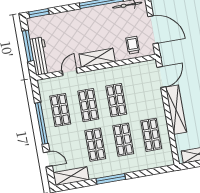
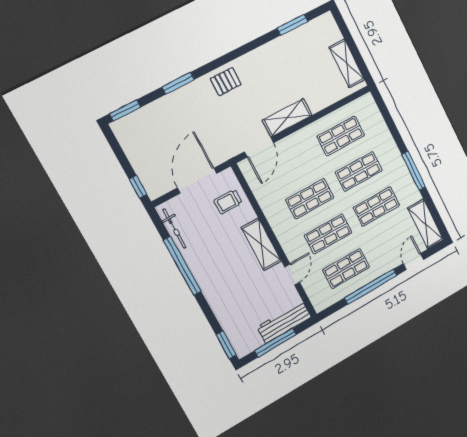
door: (70, 72) -> (292, 274), swing flipped
door: (161, 77) -> (259, 147), swing flipped
shelving: (176, 110) -> (287, 118), width x0.68

